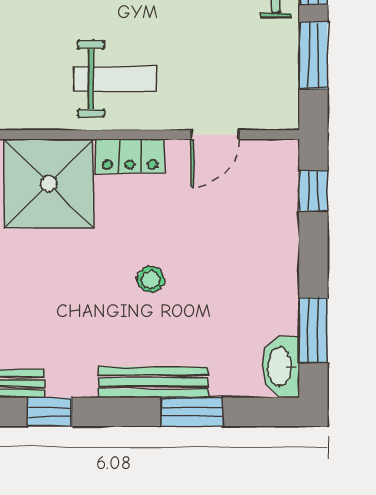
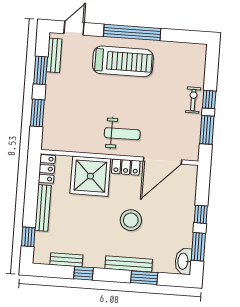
door: (215, 135) -> (163, 161), width x1.87
window: (313, 191) -> (201, 214), moved
stool: (151, 279) -> (131, 220), width x1.89, depth x1.89

